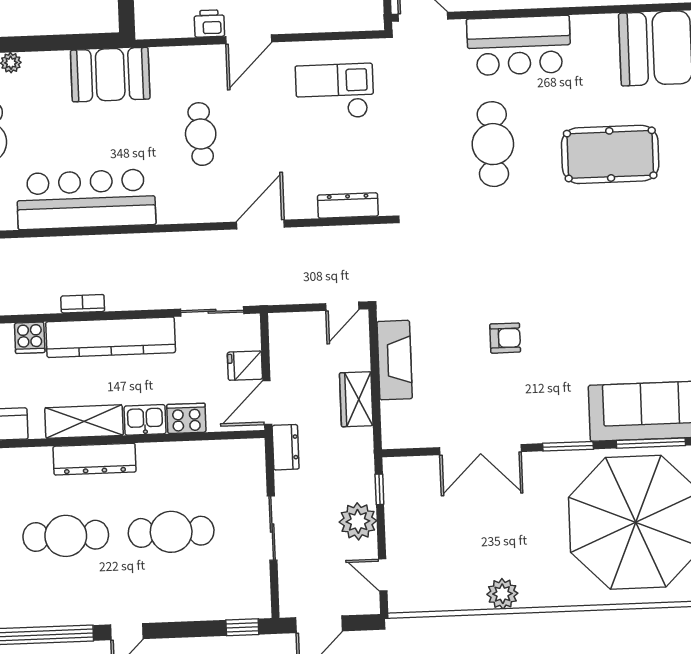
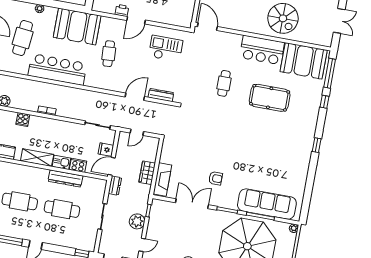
bar counter: (519, 46) -> (262, 50), moved
booth: (110, 75) -> (77, 26), width x1.36, depth x1.42
cafe table: (493, 144) -> (224, 83), width x0.73, depth x0.74
door: (260, 225) -> (135, 97), moved
door: (342, 306) -> (137, 132), moved
kitchen counter: (111, 337) -> (55, 126), removed
armchair: (505, 338) -> (216, 178), moved
fireplace: (395, 360) -> (162, 179), moved
double door: (480, 450) -> (192, 204), swing flipped
dresser: (95, 459) -> (65, 178), moved
door: (383, 575) -> (142, 245), swing flipped

